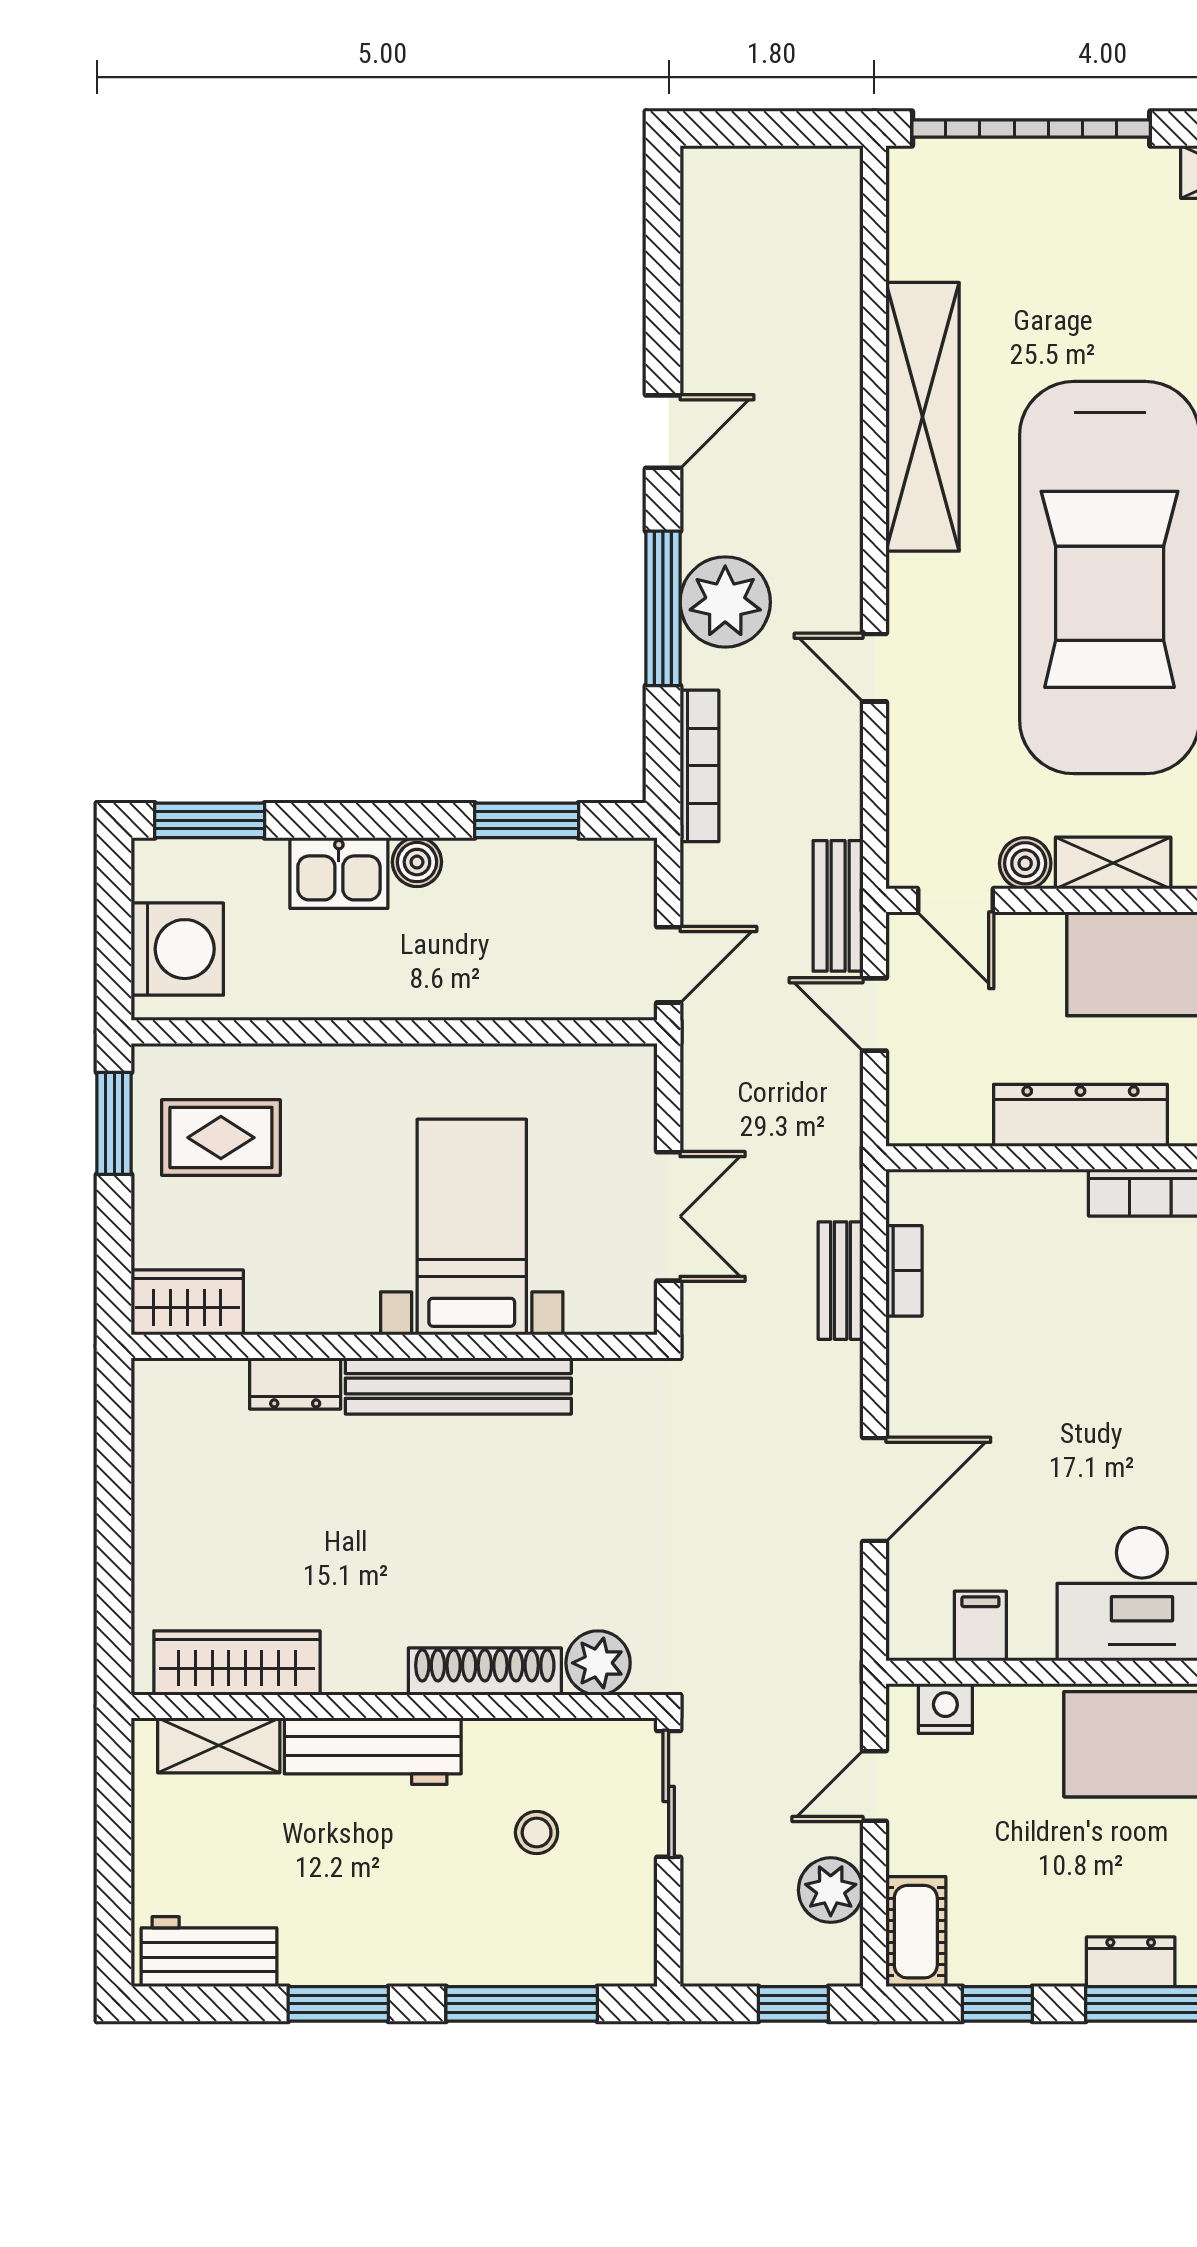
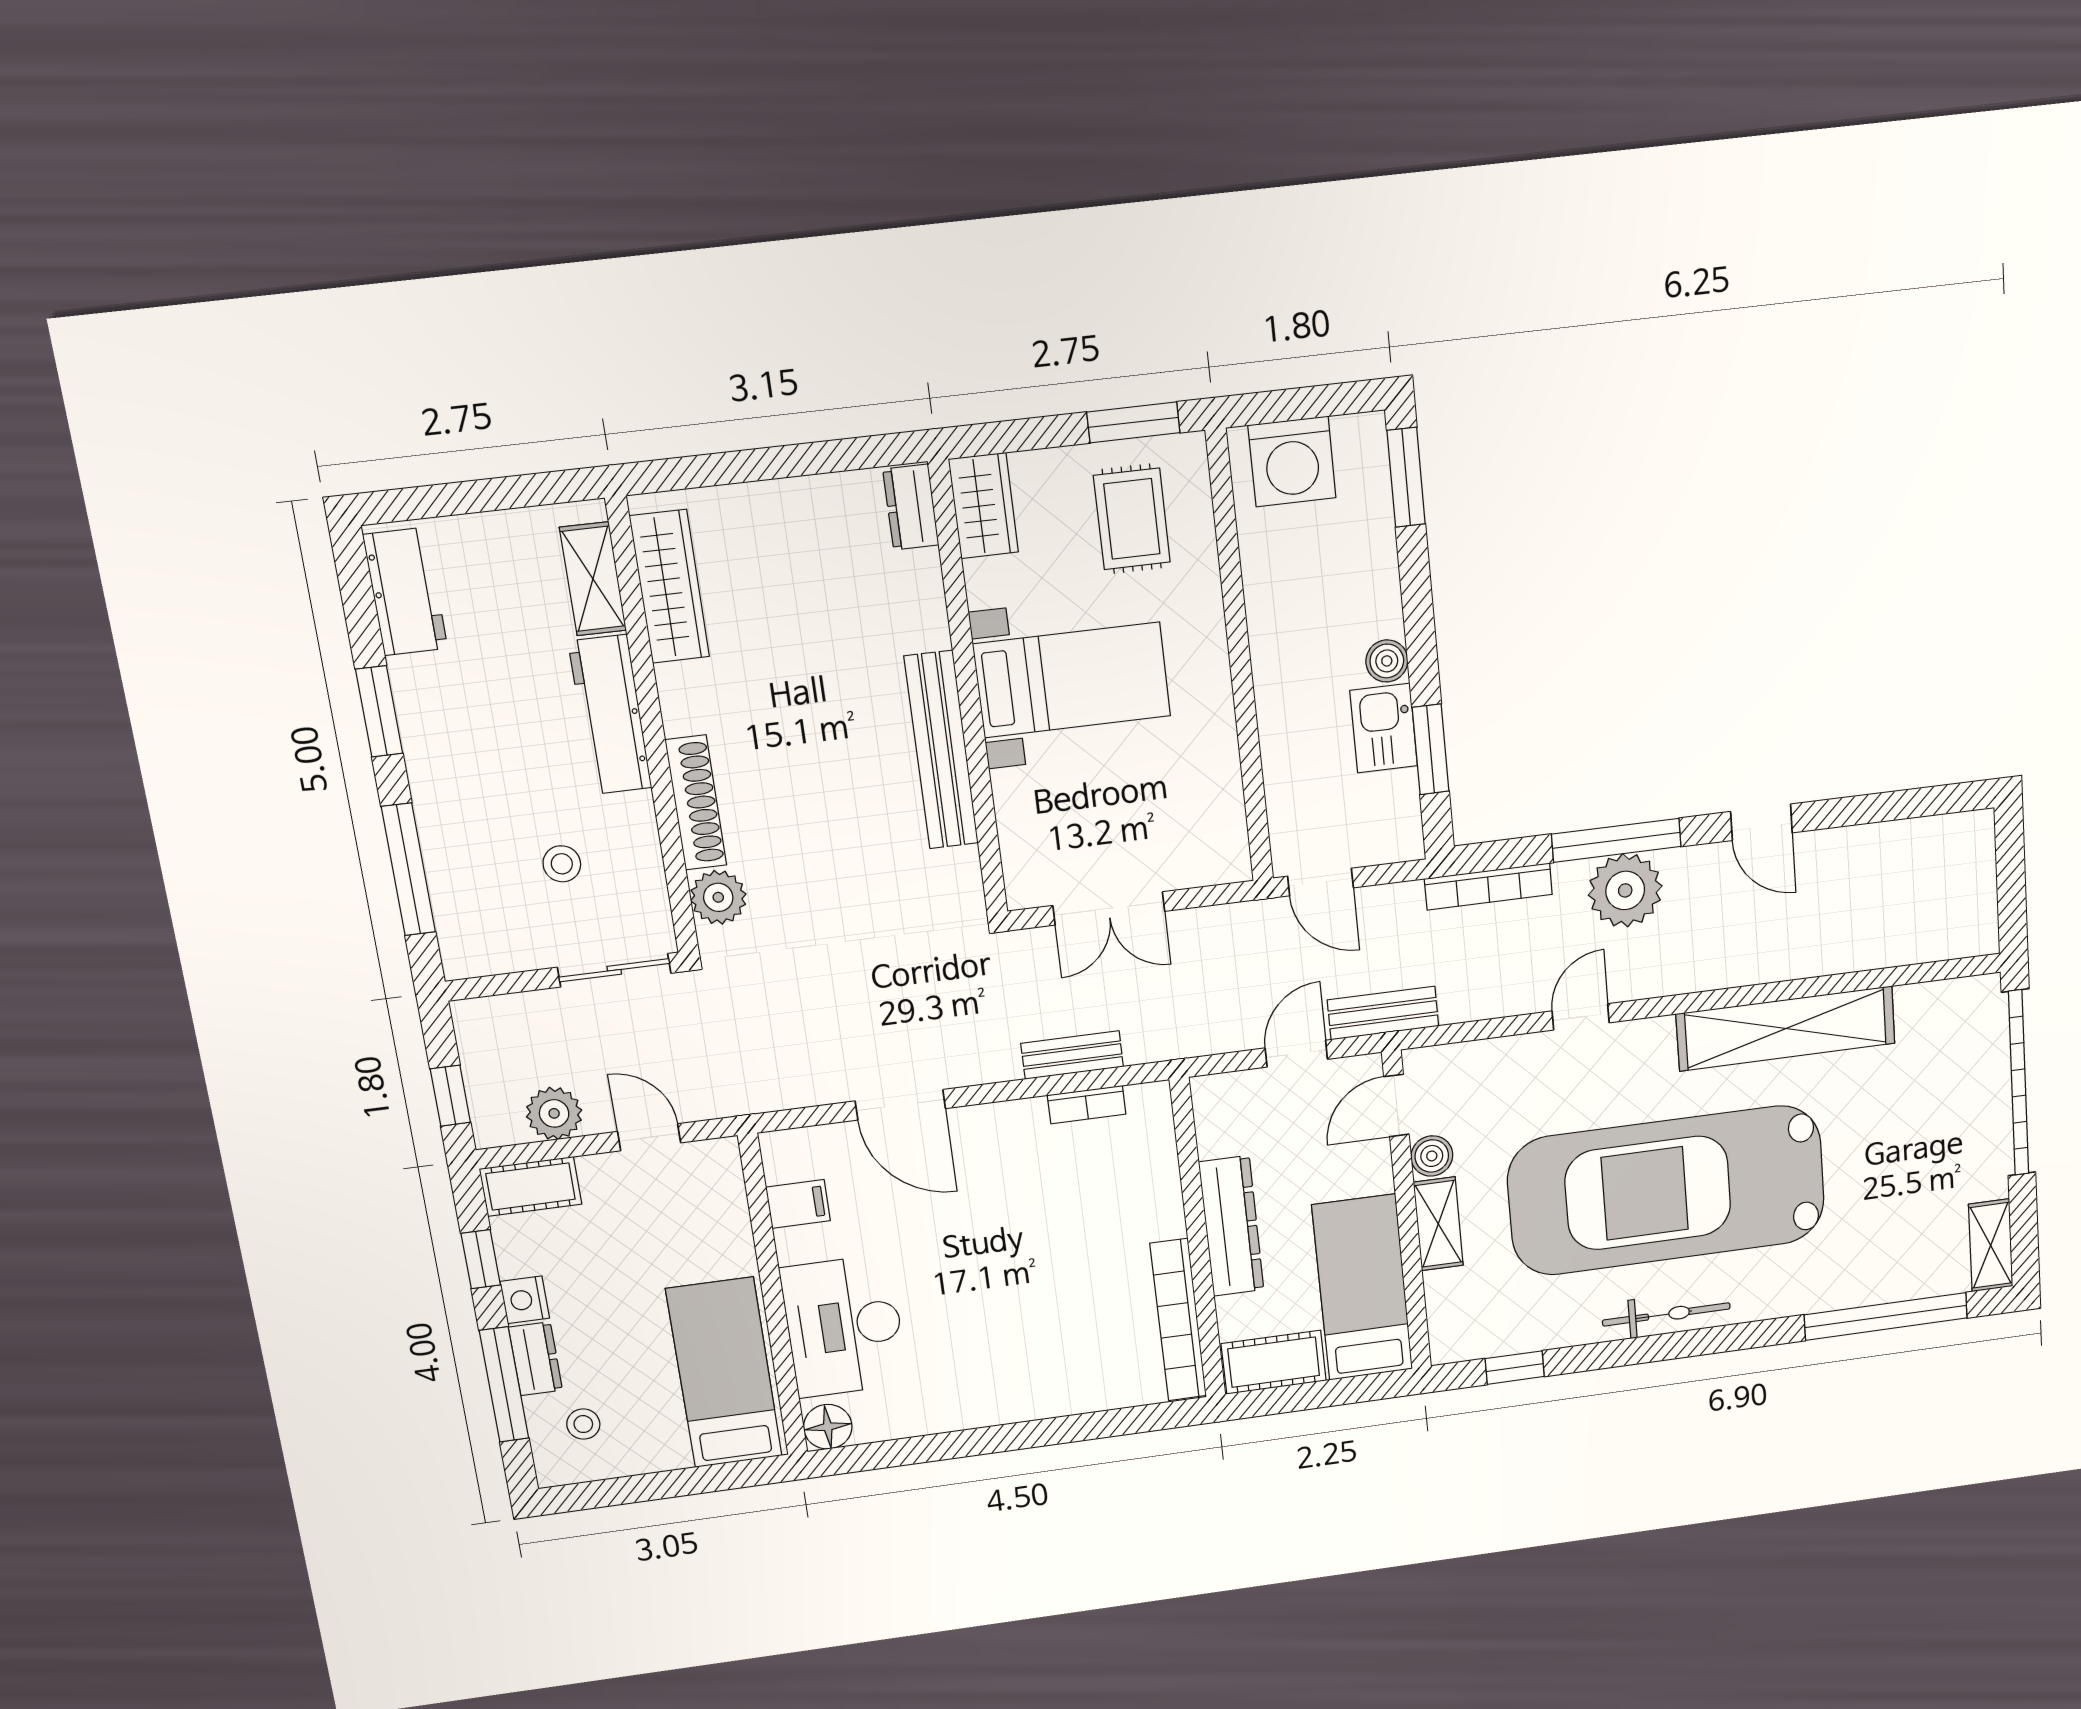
kitchen sink: (339, 873) -> (1384, 728), moved
bed with nightstands: (472, 1227) -> (1072, 680), moved
dresser: (295, 1383) -> (911, 507), moved
nightstand: (945, 1709) -> (525, 1300), moved, turned 180

